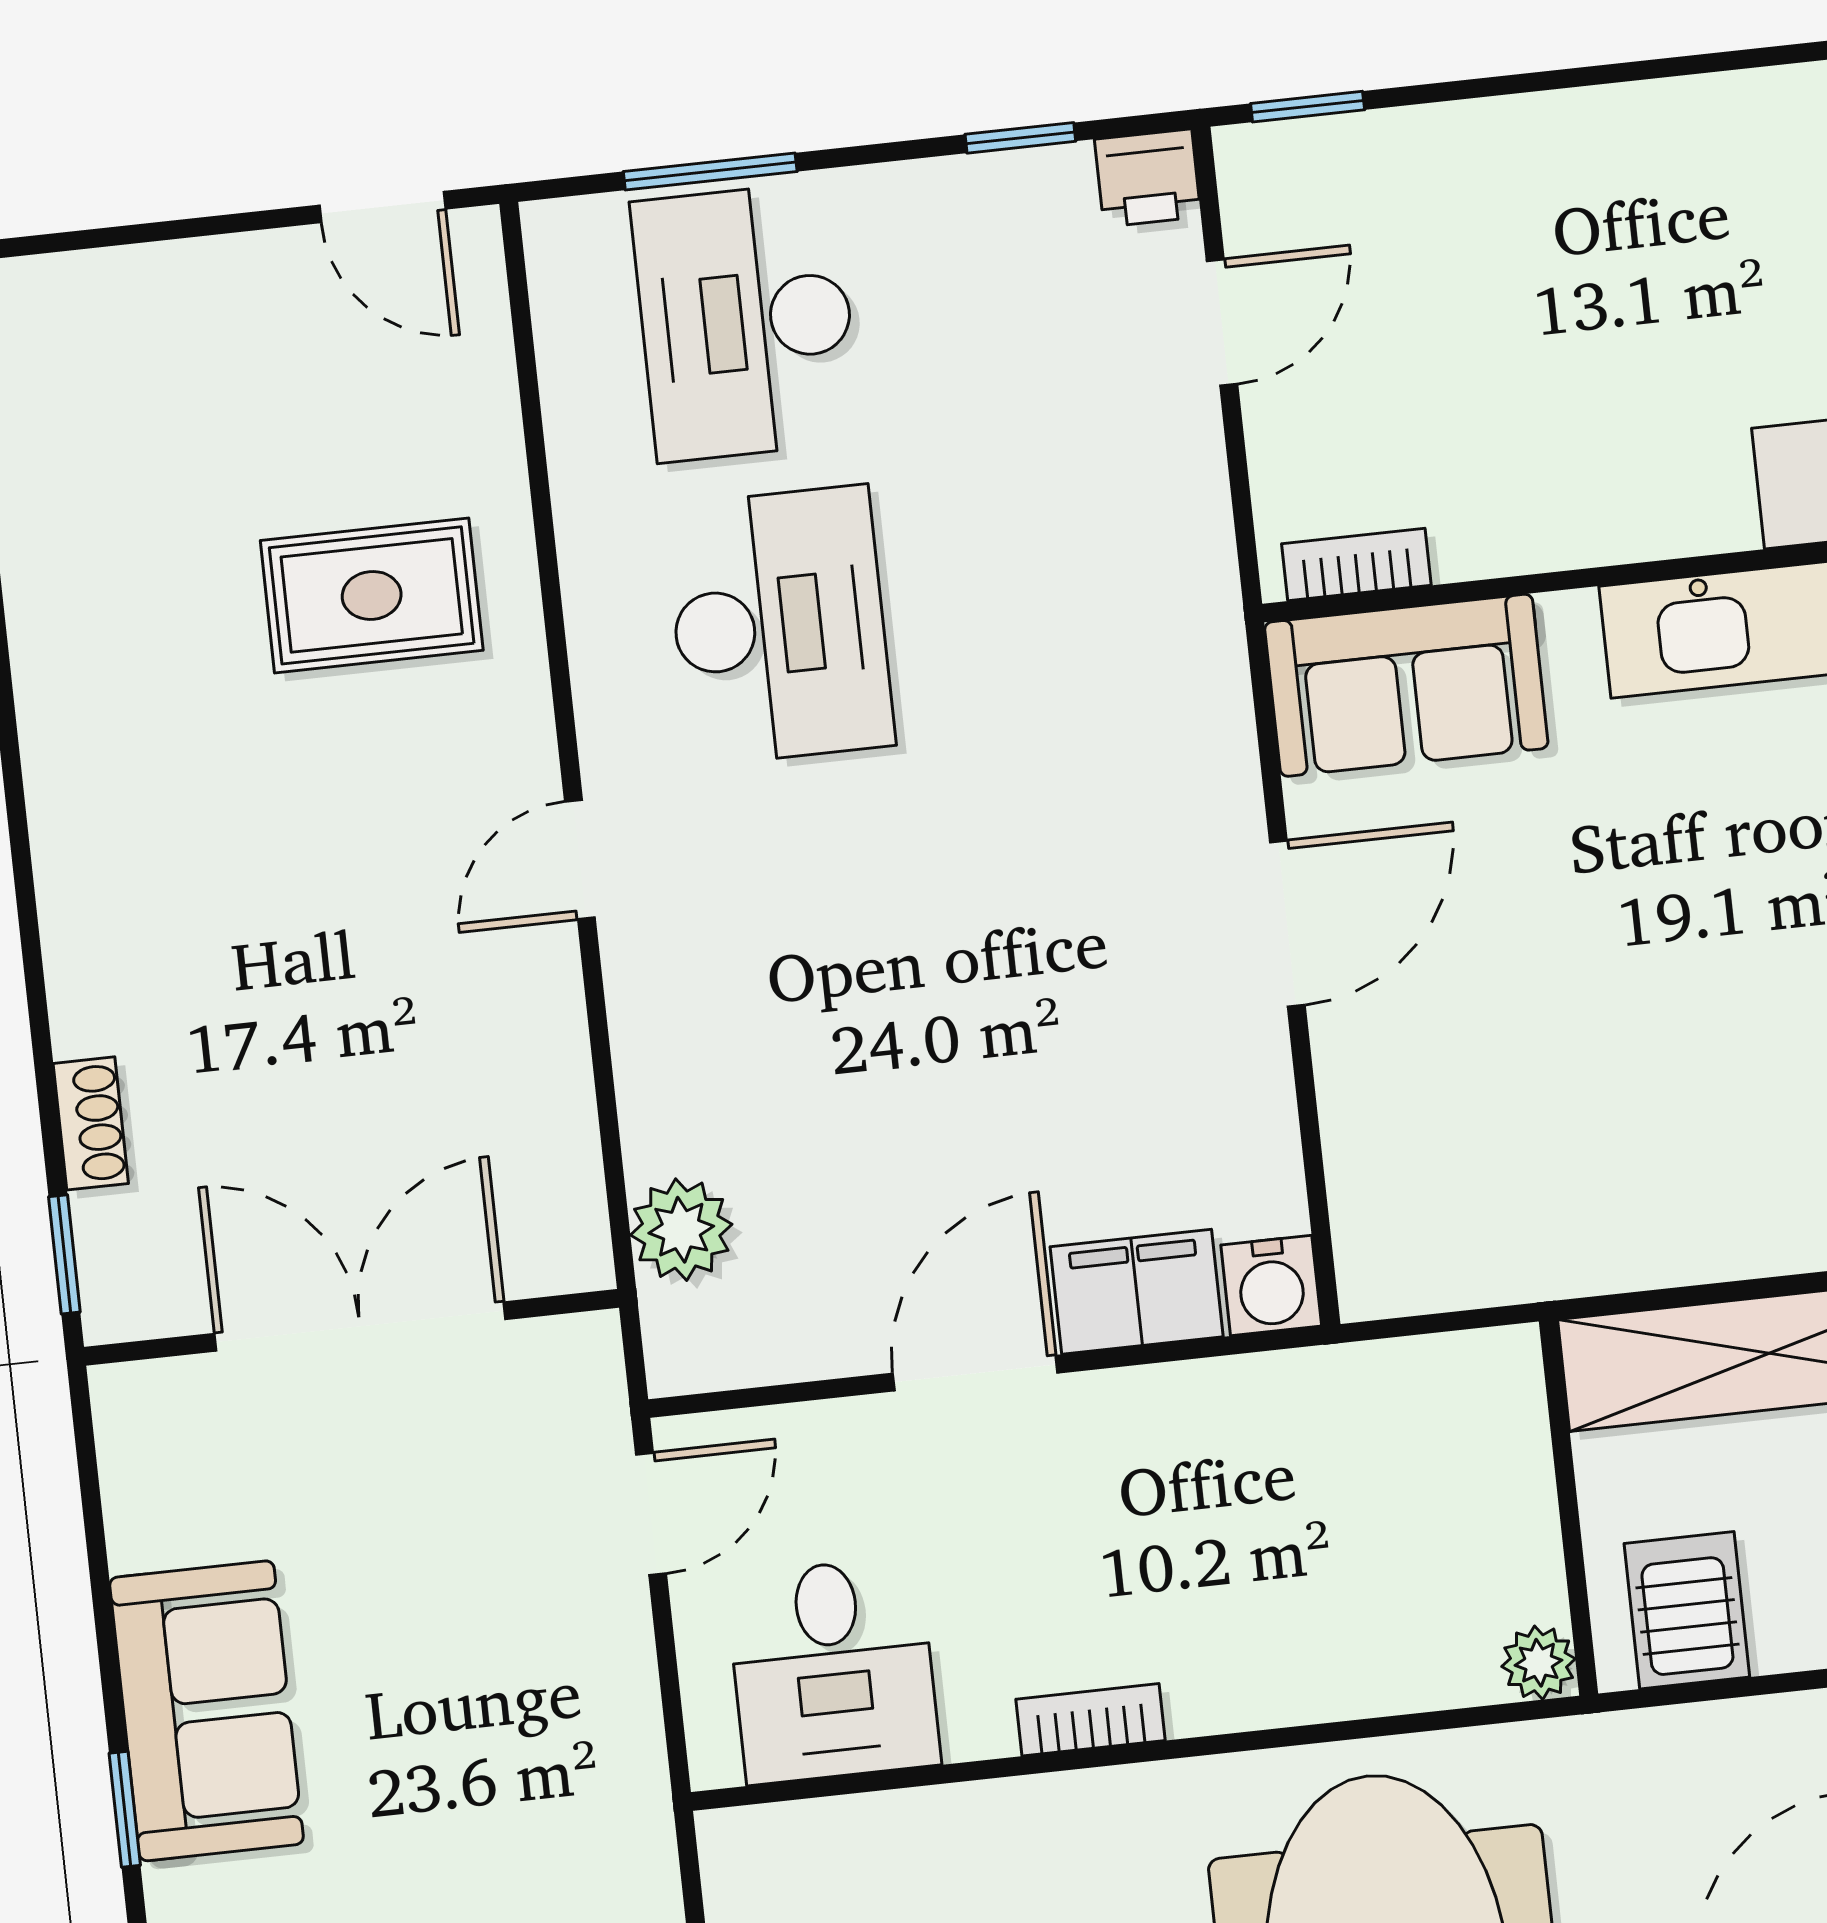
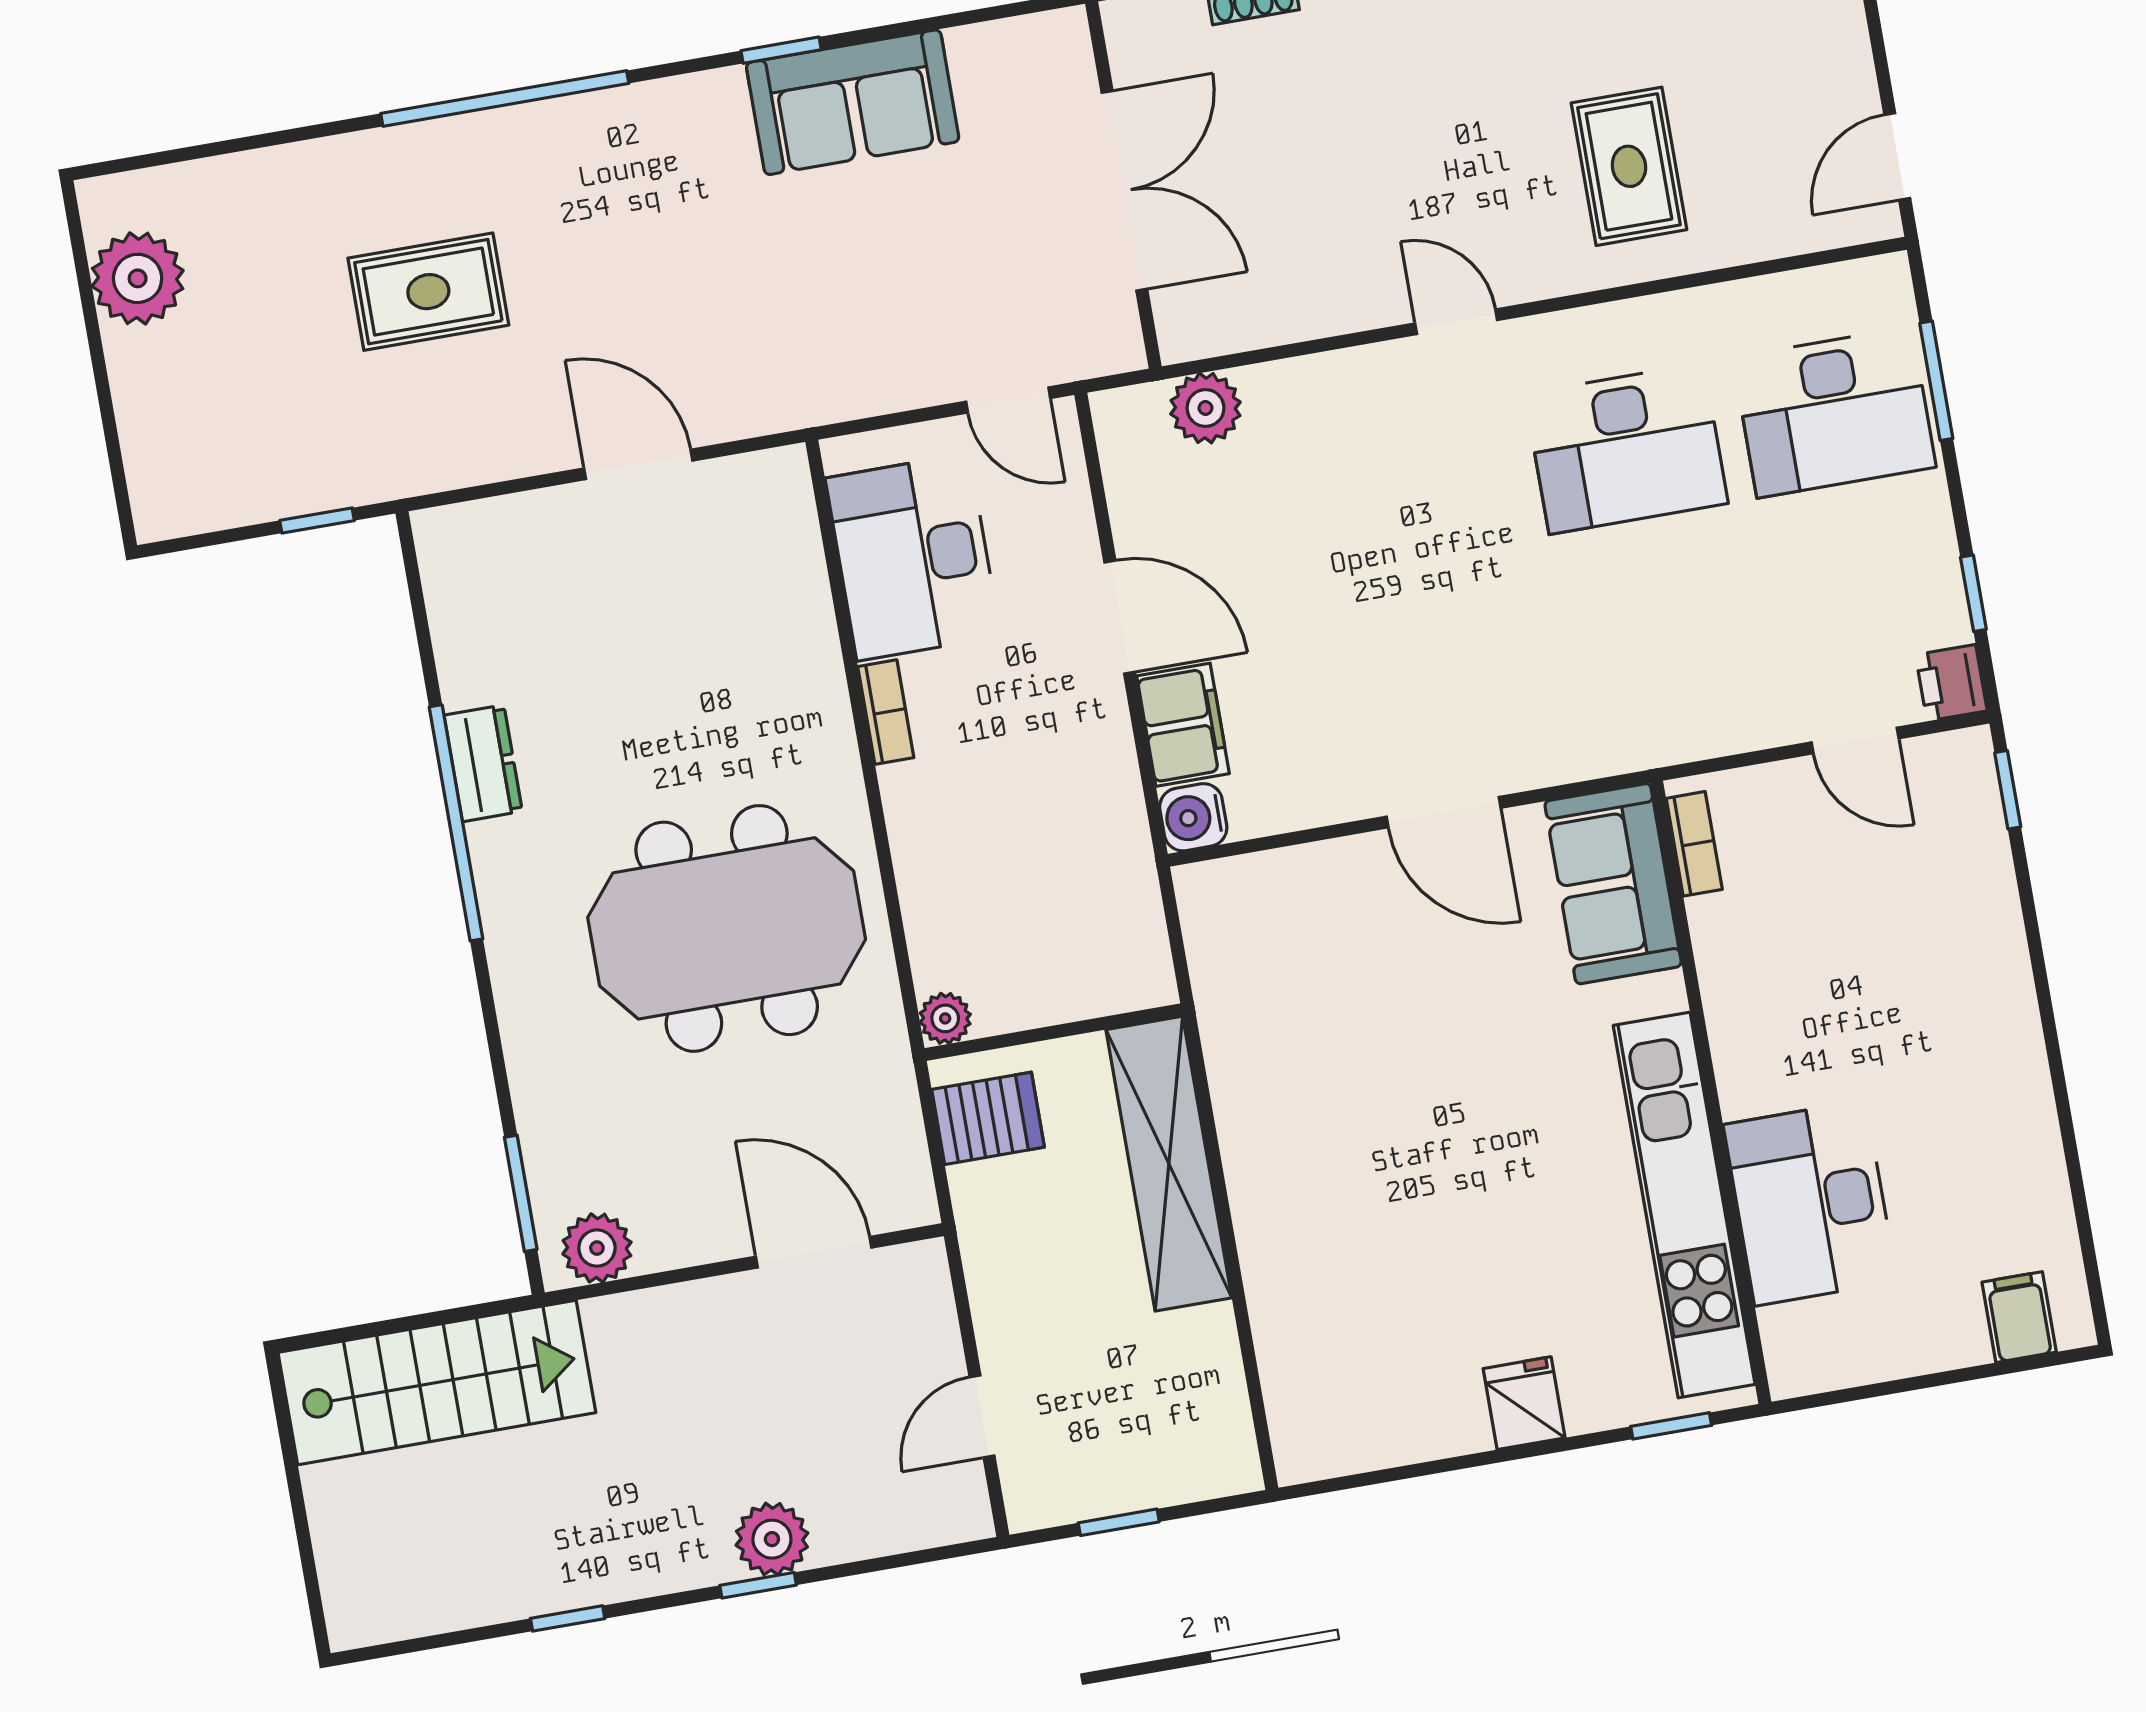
desk: (746, 322) -> (1834, 412), turned 180
desk: (833, 1670) -> (913, 557), width x1.37

